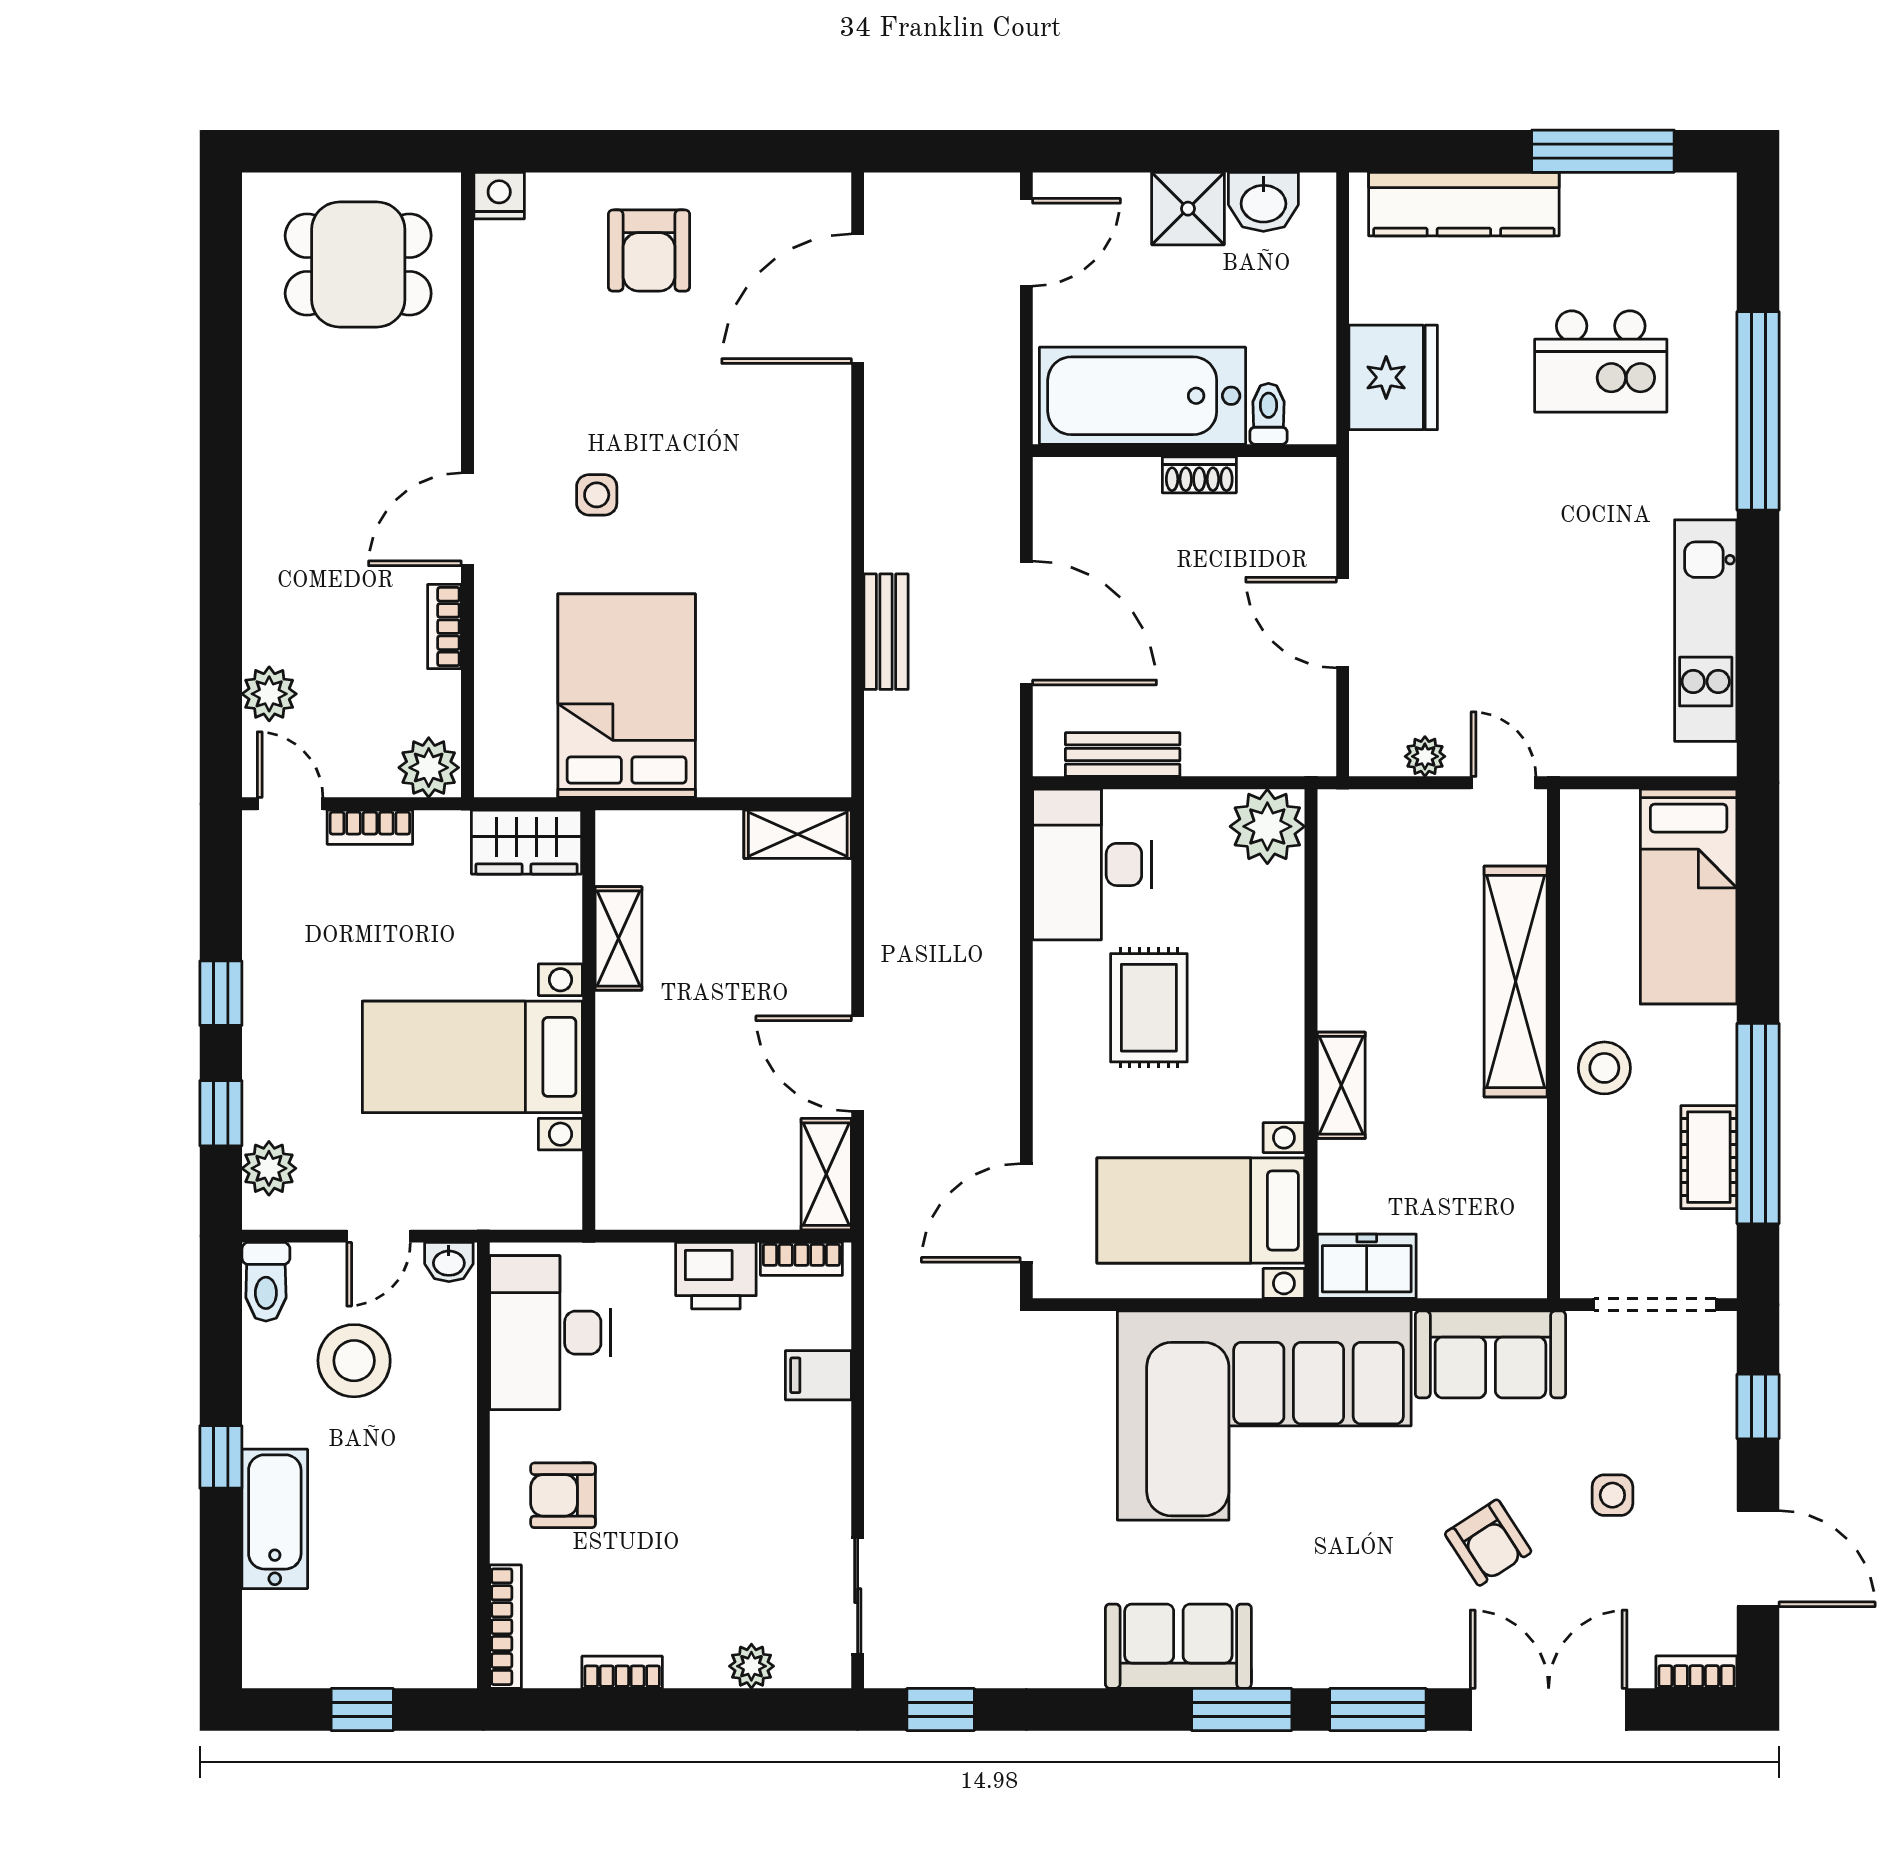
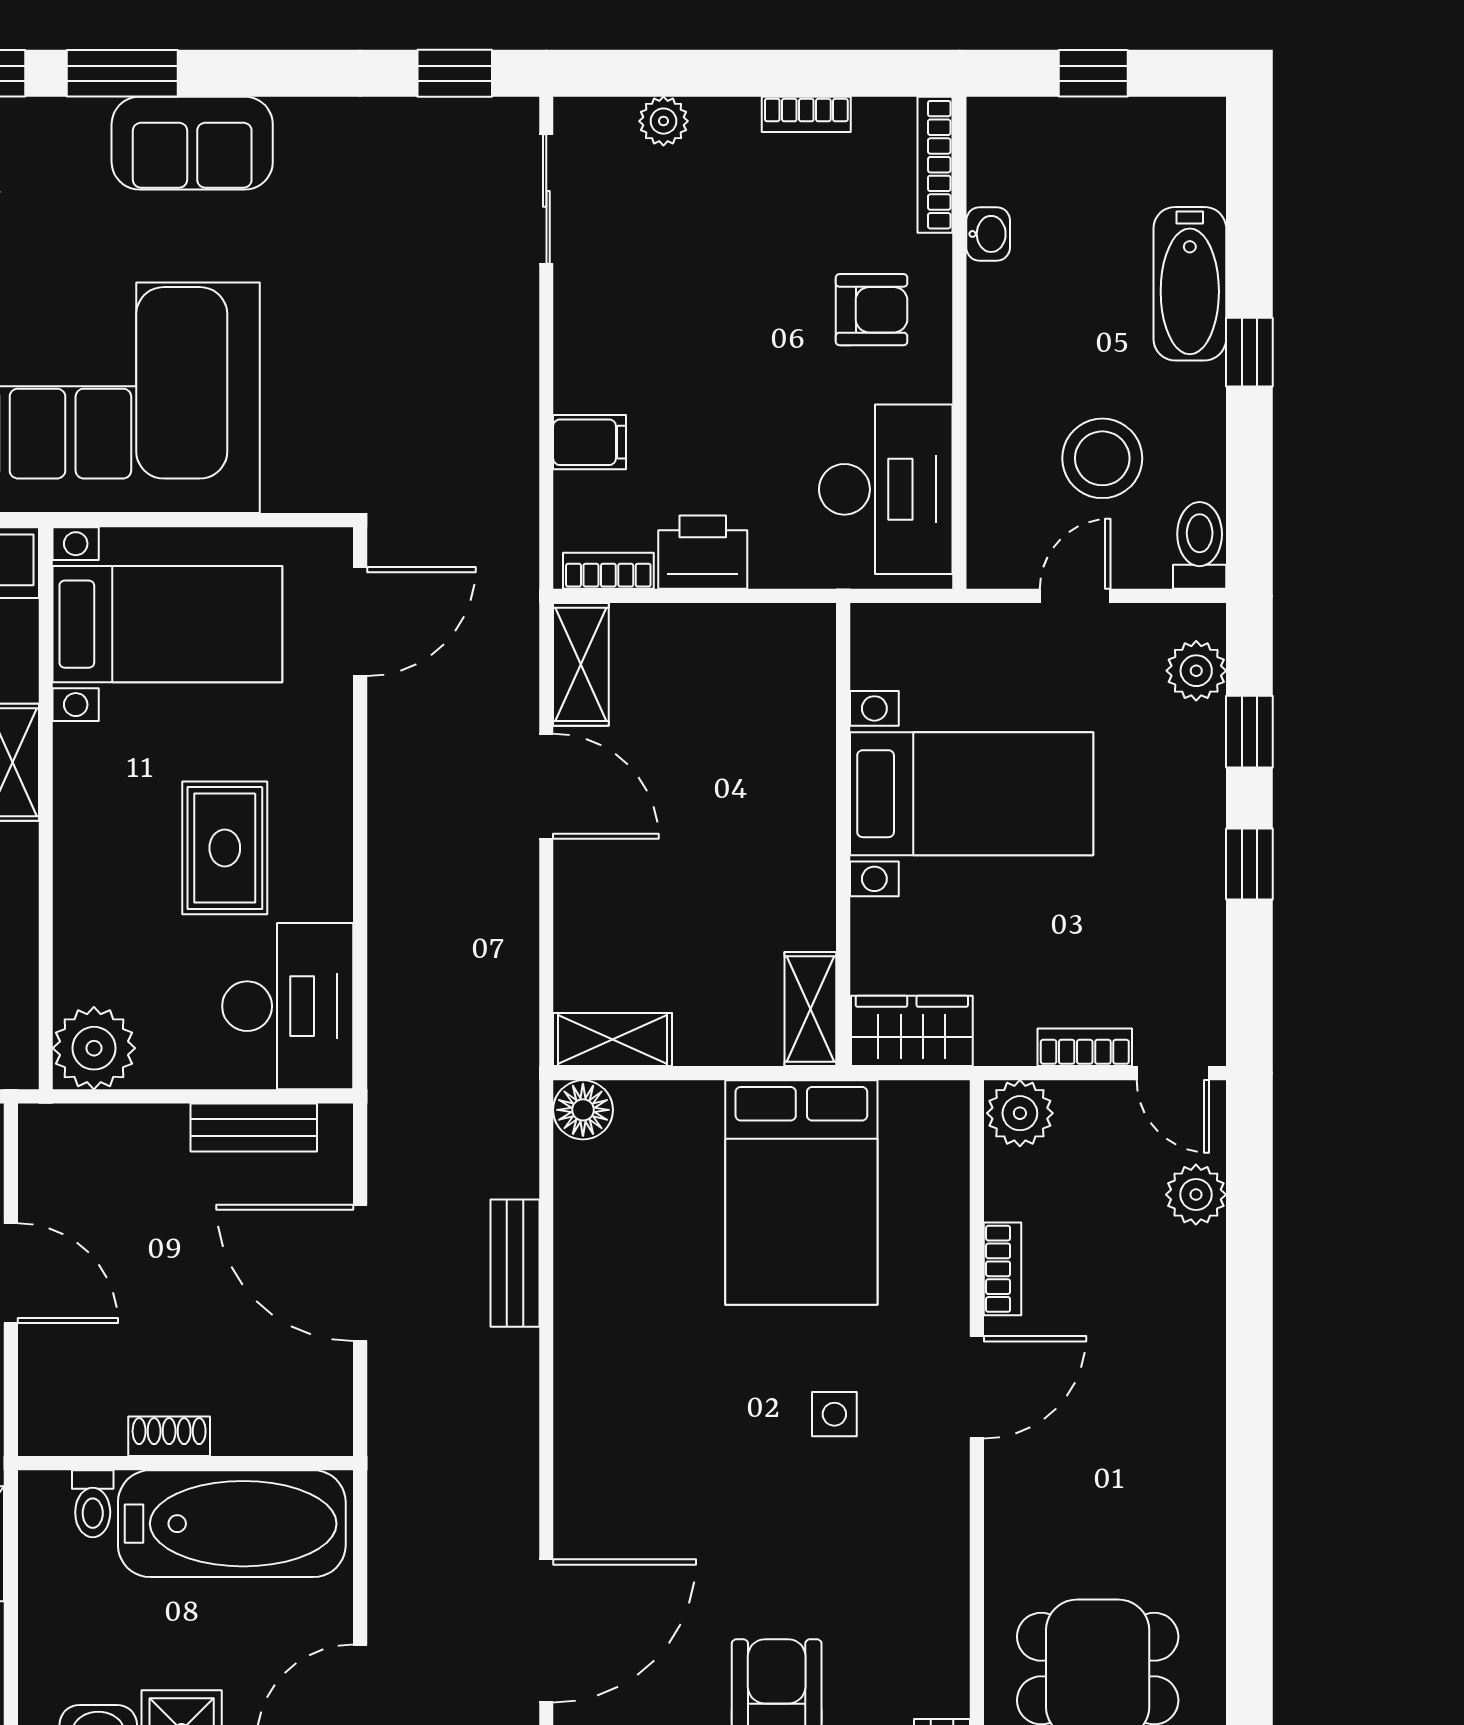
floor lamp: (824, 771) -> (583, 1110), added
shelving: (618, 938) -> (810, 1009), moved
washbasin: (449, 1262) -> (988, 234), moved, turned 90

